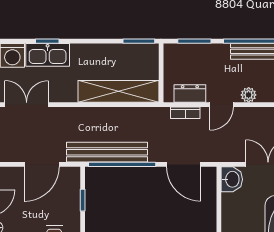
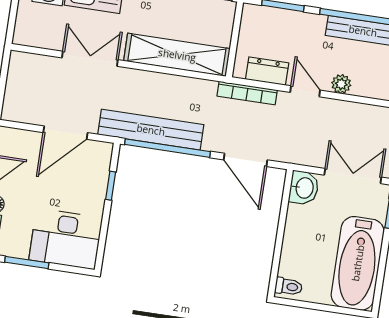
double door: (27, 105) -> (90, 59), moved
door: (222, 105) -> (305, 91), swing flipped
bookcase: (185, 113) -> (247, 93), width x1.56

